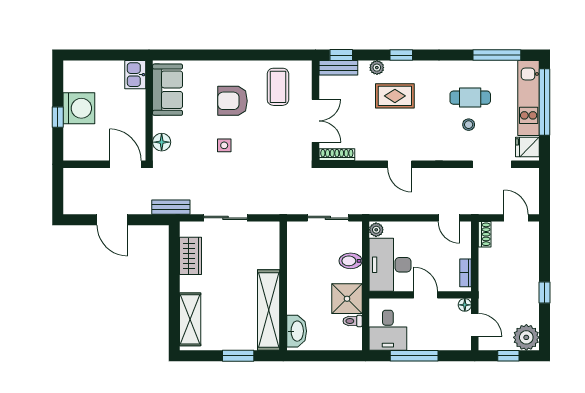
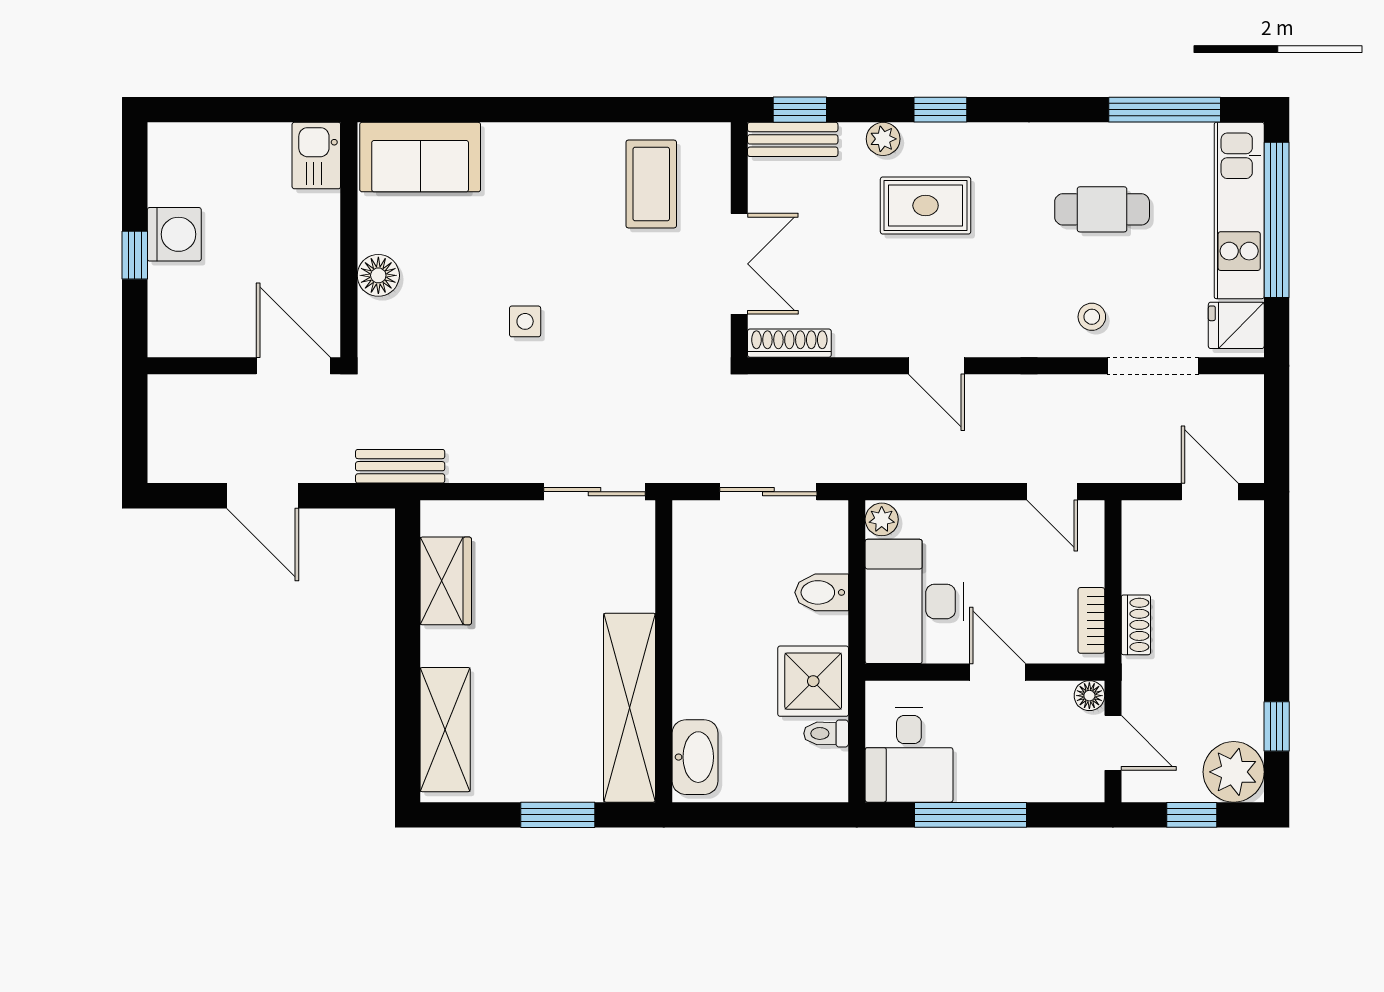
sofa: (168, 90) -> (420, 157), moved, turned 90
armchair: (232, 101) -> (544, 217), removed
washing machine: (79, 108) -> (174, 234), width x0.73, depth x0.73
stool: (469, 125) -> (1092, 317), moved
floor lamp: (162, 142) -> (378, 275), moved
sliding door: (225, 218) -> (595, 492), moved
shoe rack: (485, 234) -> (1136, 625), moved
window: (545, 293) -> (1277, 726), moved

